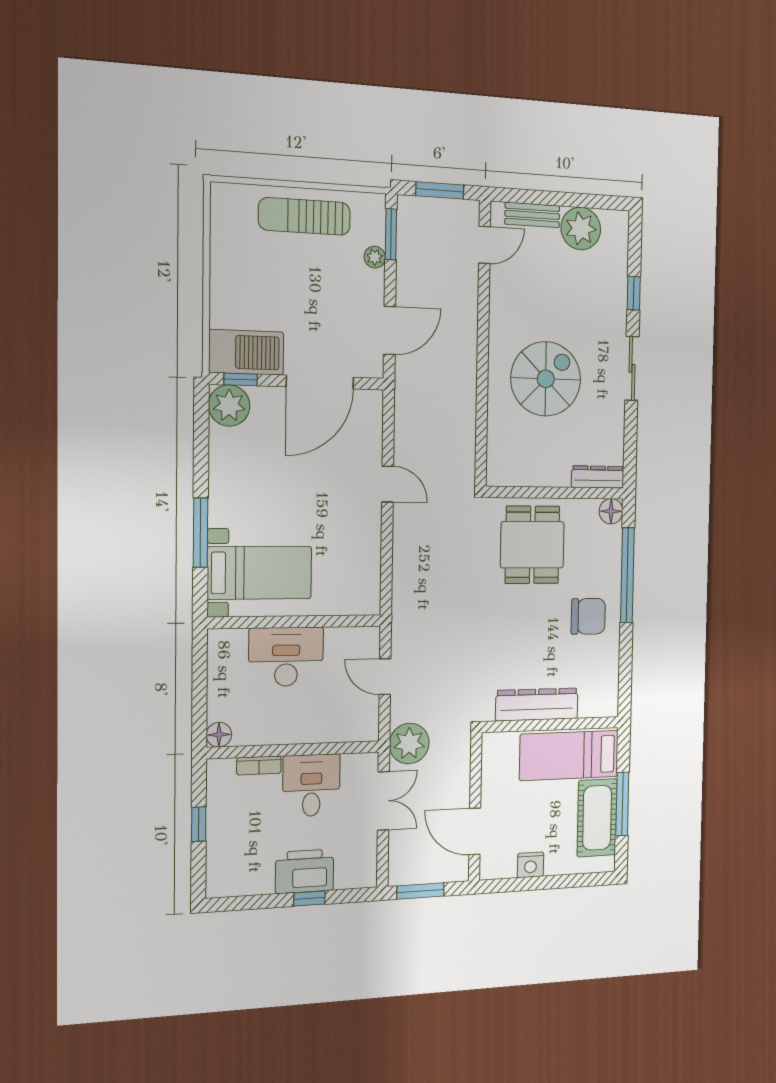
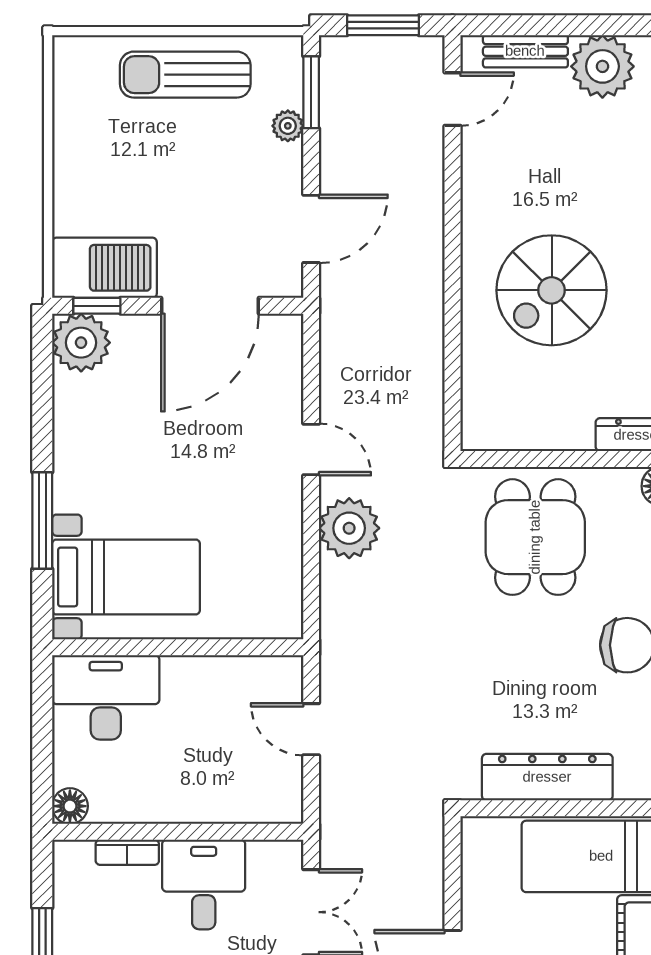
spiral stairs: (546, 379) -> (552, 290), turned 180
desk: (286, 657) -> (106, 697), moved
plant: (409, 744) -> (349, 528), moved

